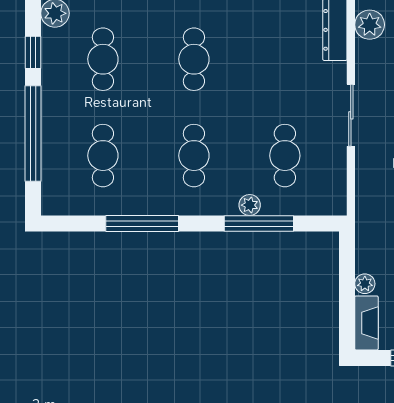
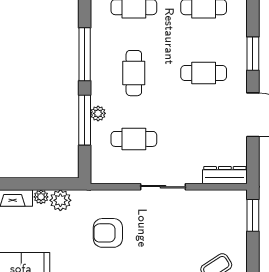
plant: (370, 25) -> (60, 200), moved
cafe table: (194, 156) -> (134, 73), turned 90
window: (142, 223) -> (85, 54), moved

